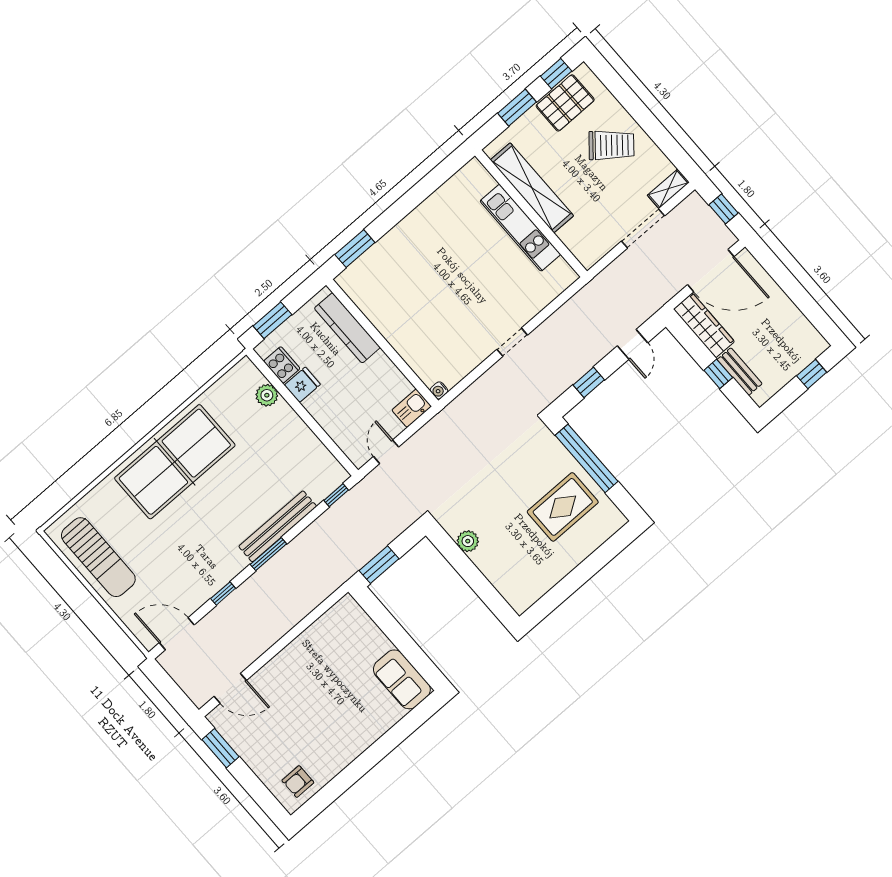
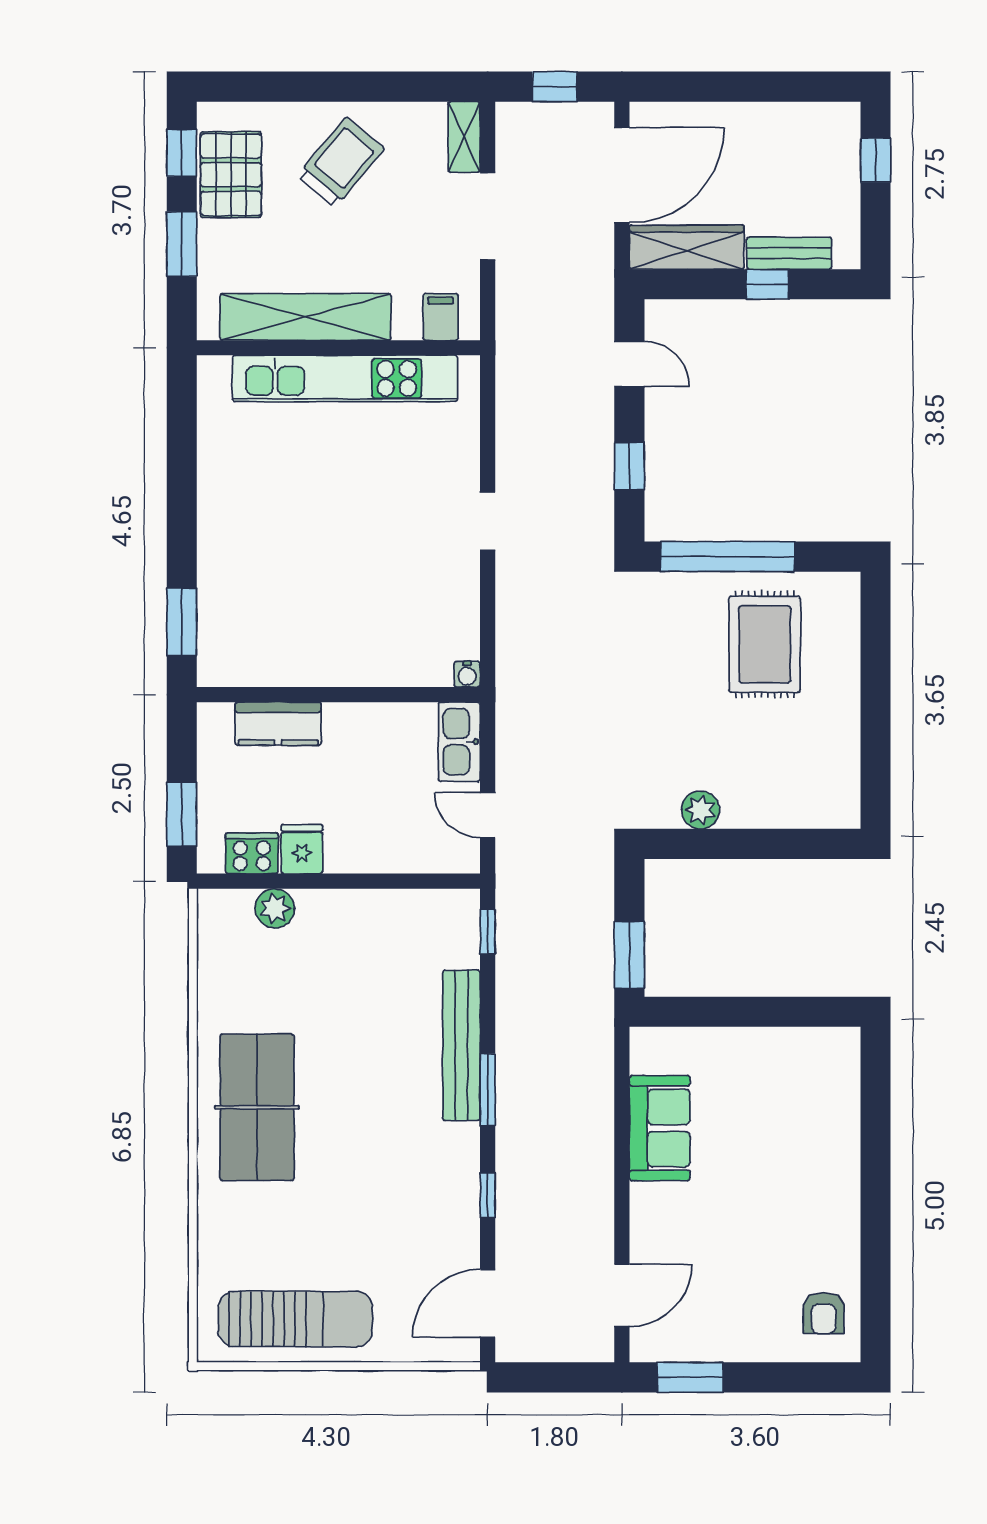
kitchen unit: (520, 228) -> (345, 378), width x1.36
filing cabinet: (582, 246) -> (441, 317), added
kitchen counter: (347, 328) -> (278, 724), width x0.67
kitchen sink: (412, 408) -> (459, 742), width x1.38
table tennis table: (175, 462) -> (257, 1107), width x0.73, depth x0.76
sofa: (402, 679) -> (660, 1128), moved, turned -90

